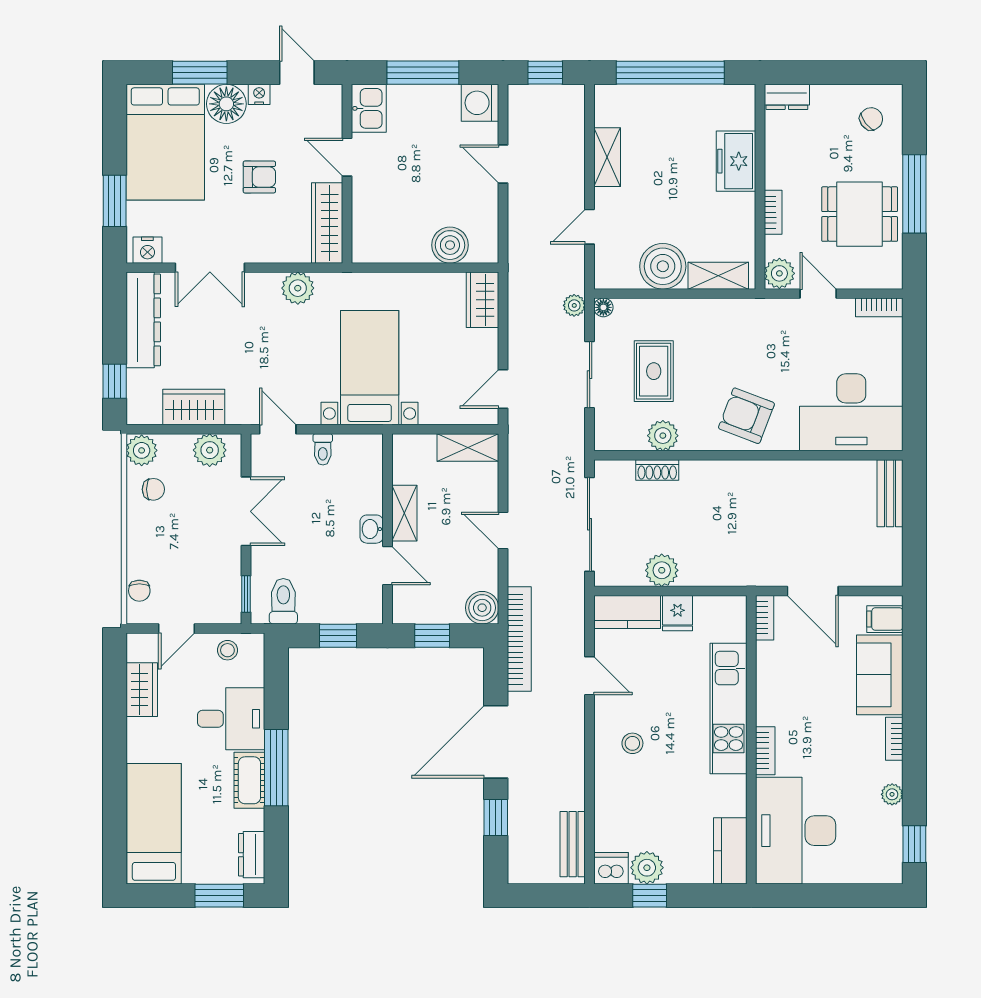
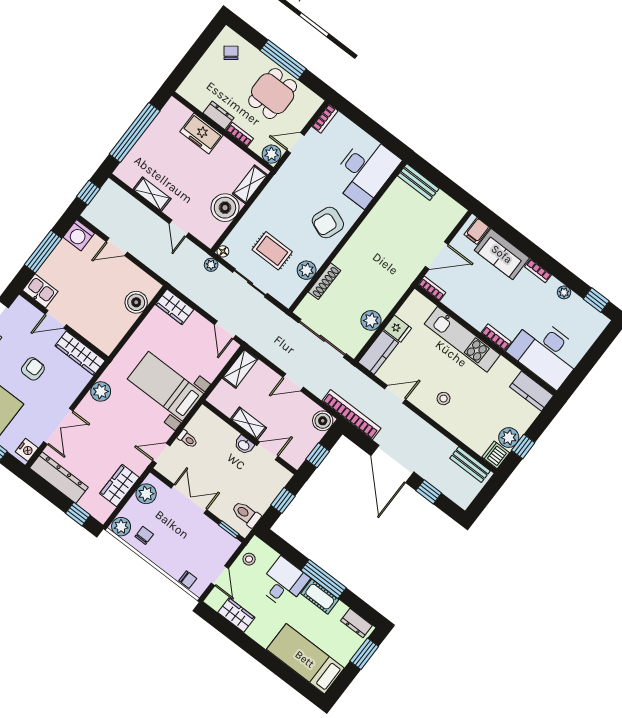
dresser: (787, 97) -> (219, 115), moved, turned -90
shoe rack: (657, 470) -> (324, 281), width x1.43

